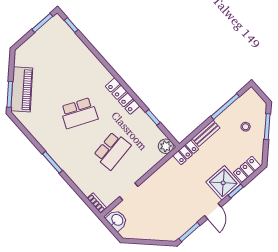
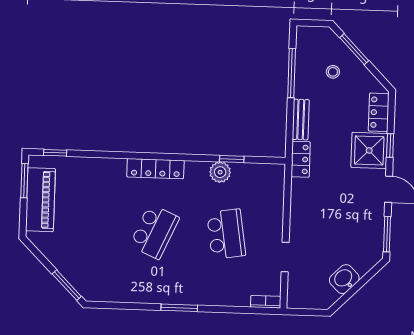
piano: (22, 89) -> (40, 200), moved, turned 45
locker: (123, 96) -> (155, 169), moved
plant: (166, 146) -> (220, 172), moved
washbasin: (117, 220) -> (344, 279), moved, turned -45

